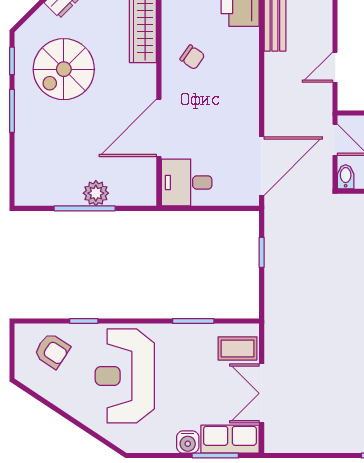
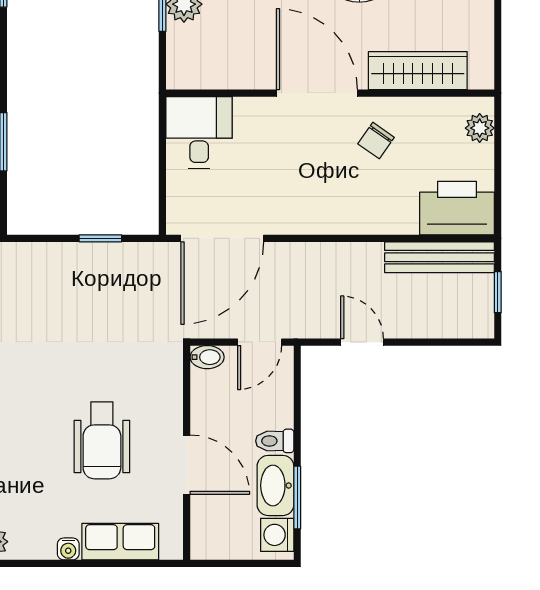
door: (159, 128) -> (317, 93), moved
door: (262, 166) -> (222, 238), hinge flipped

